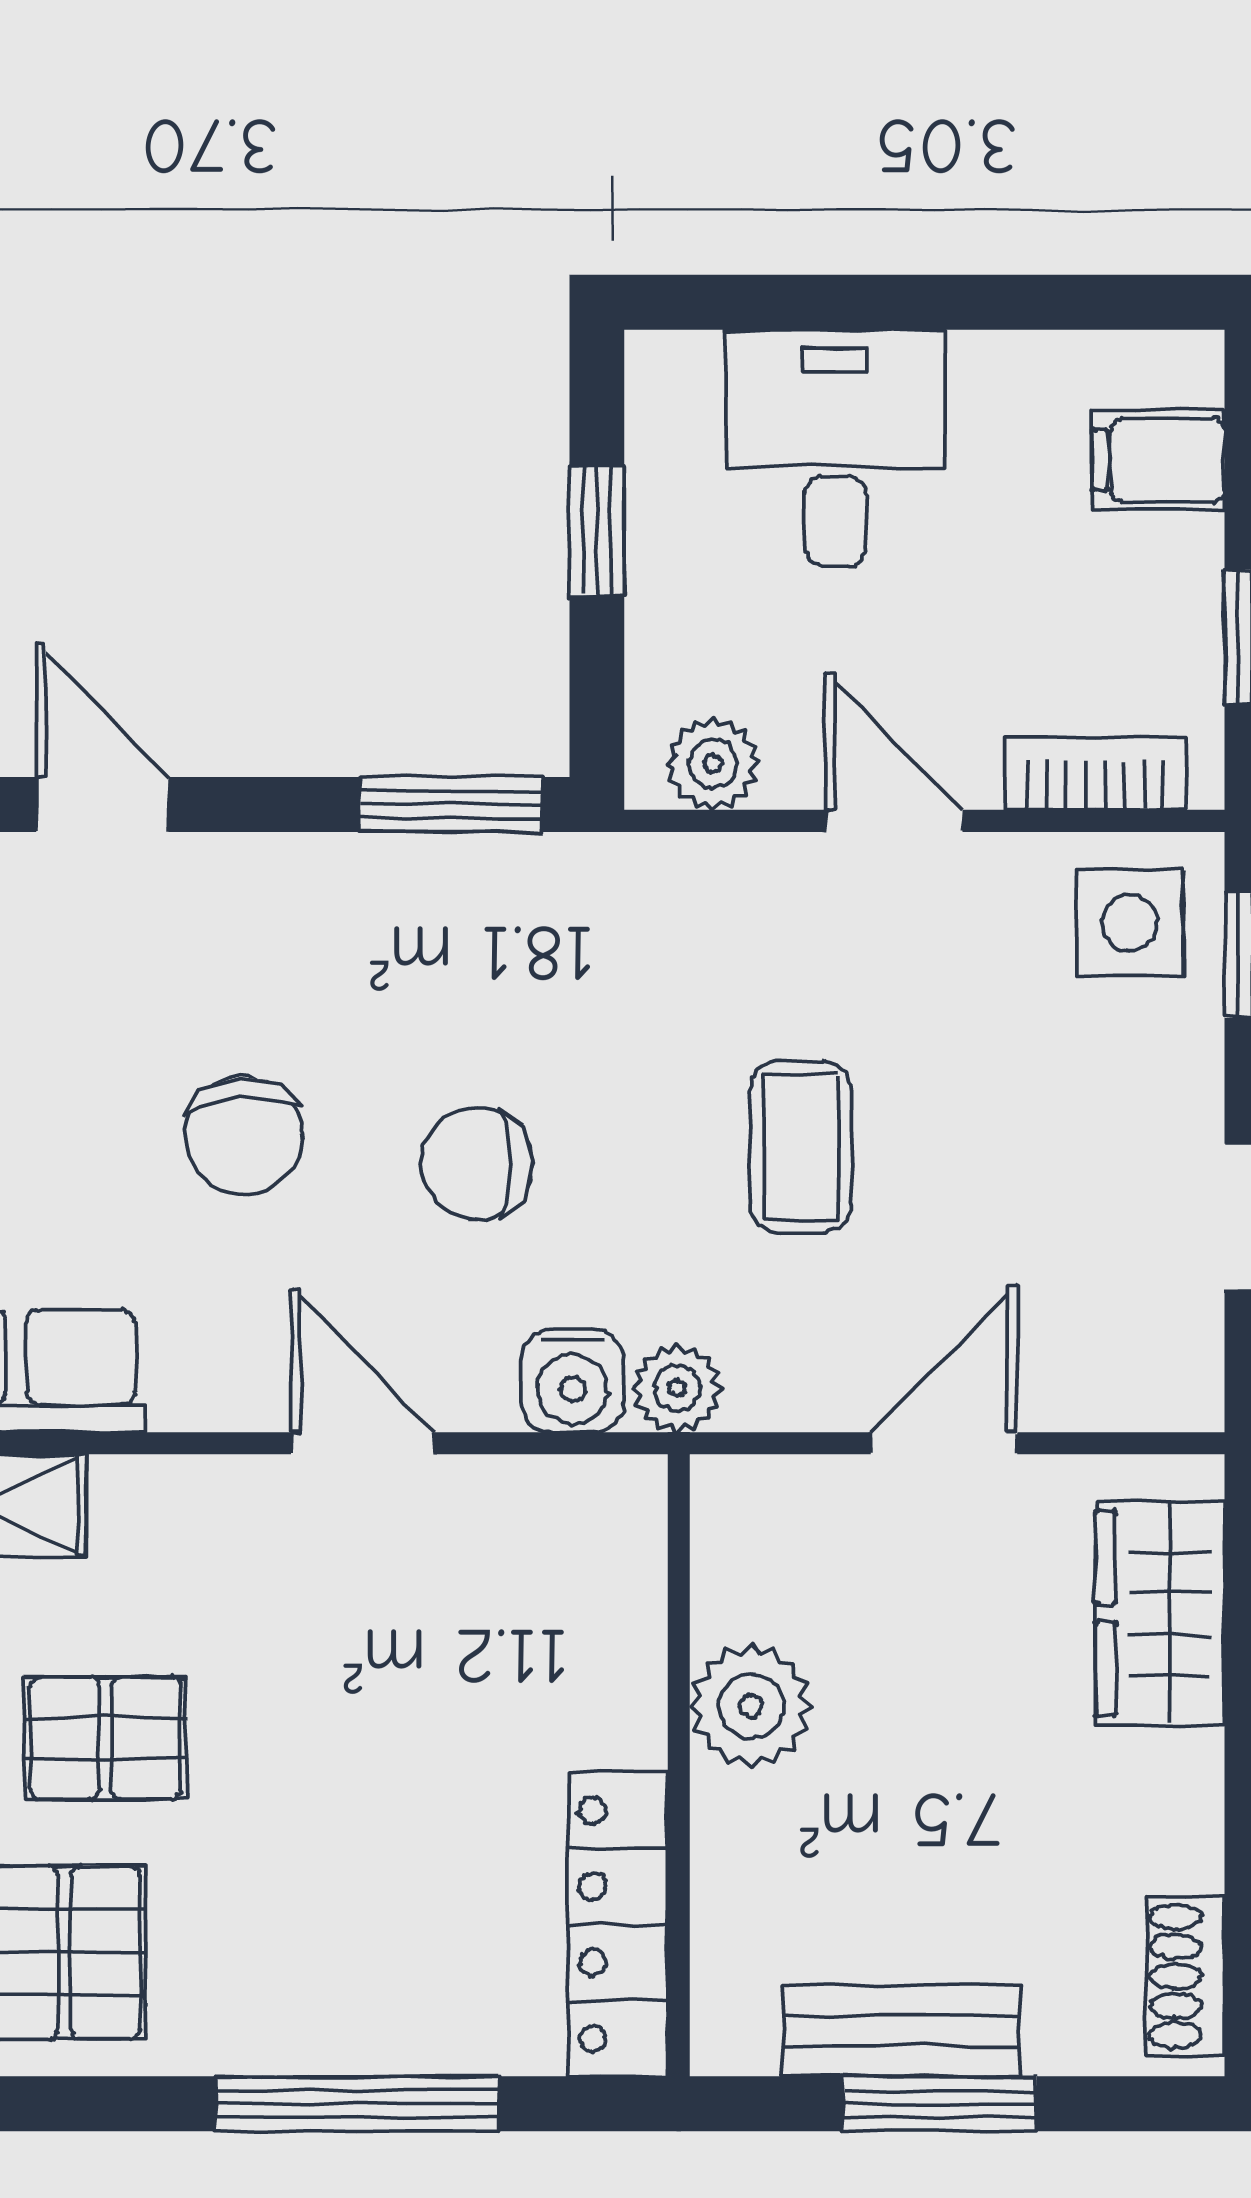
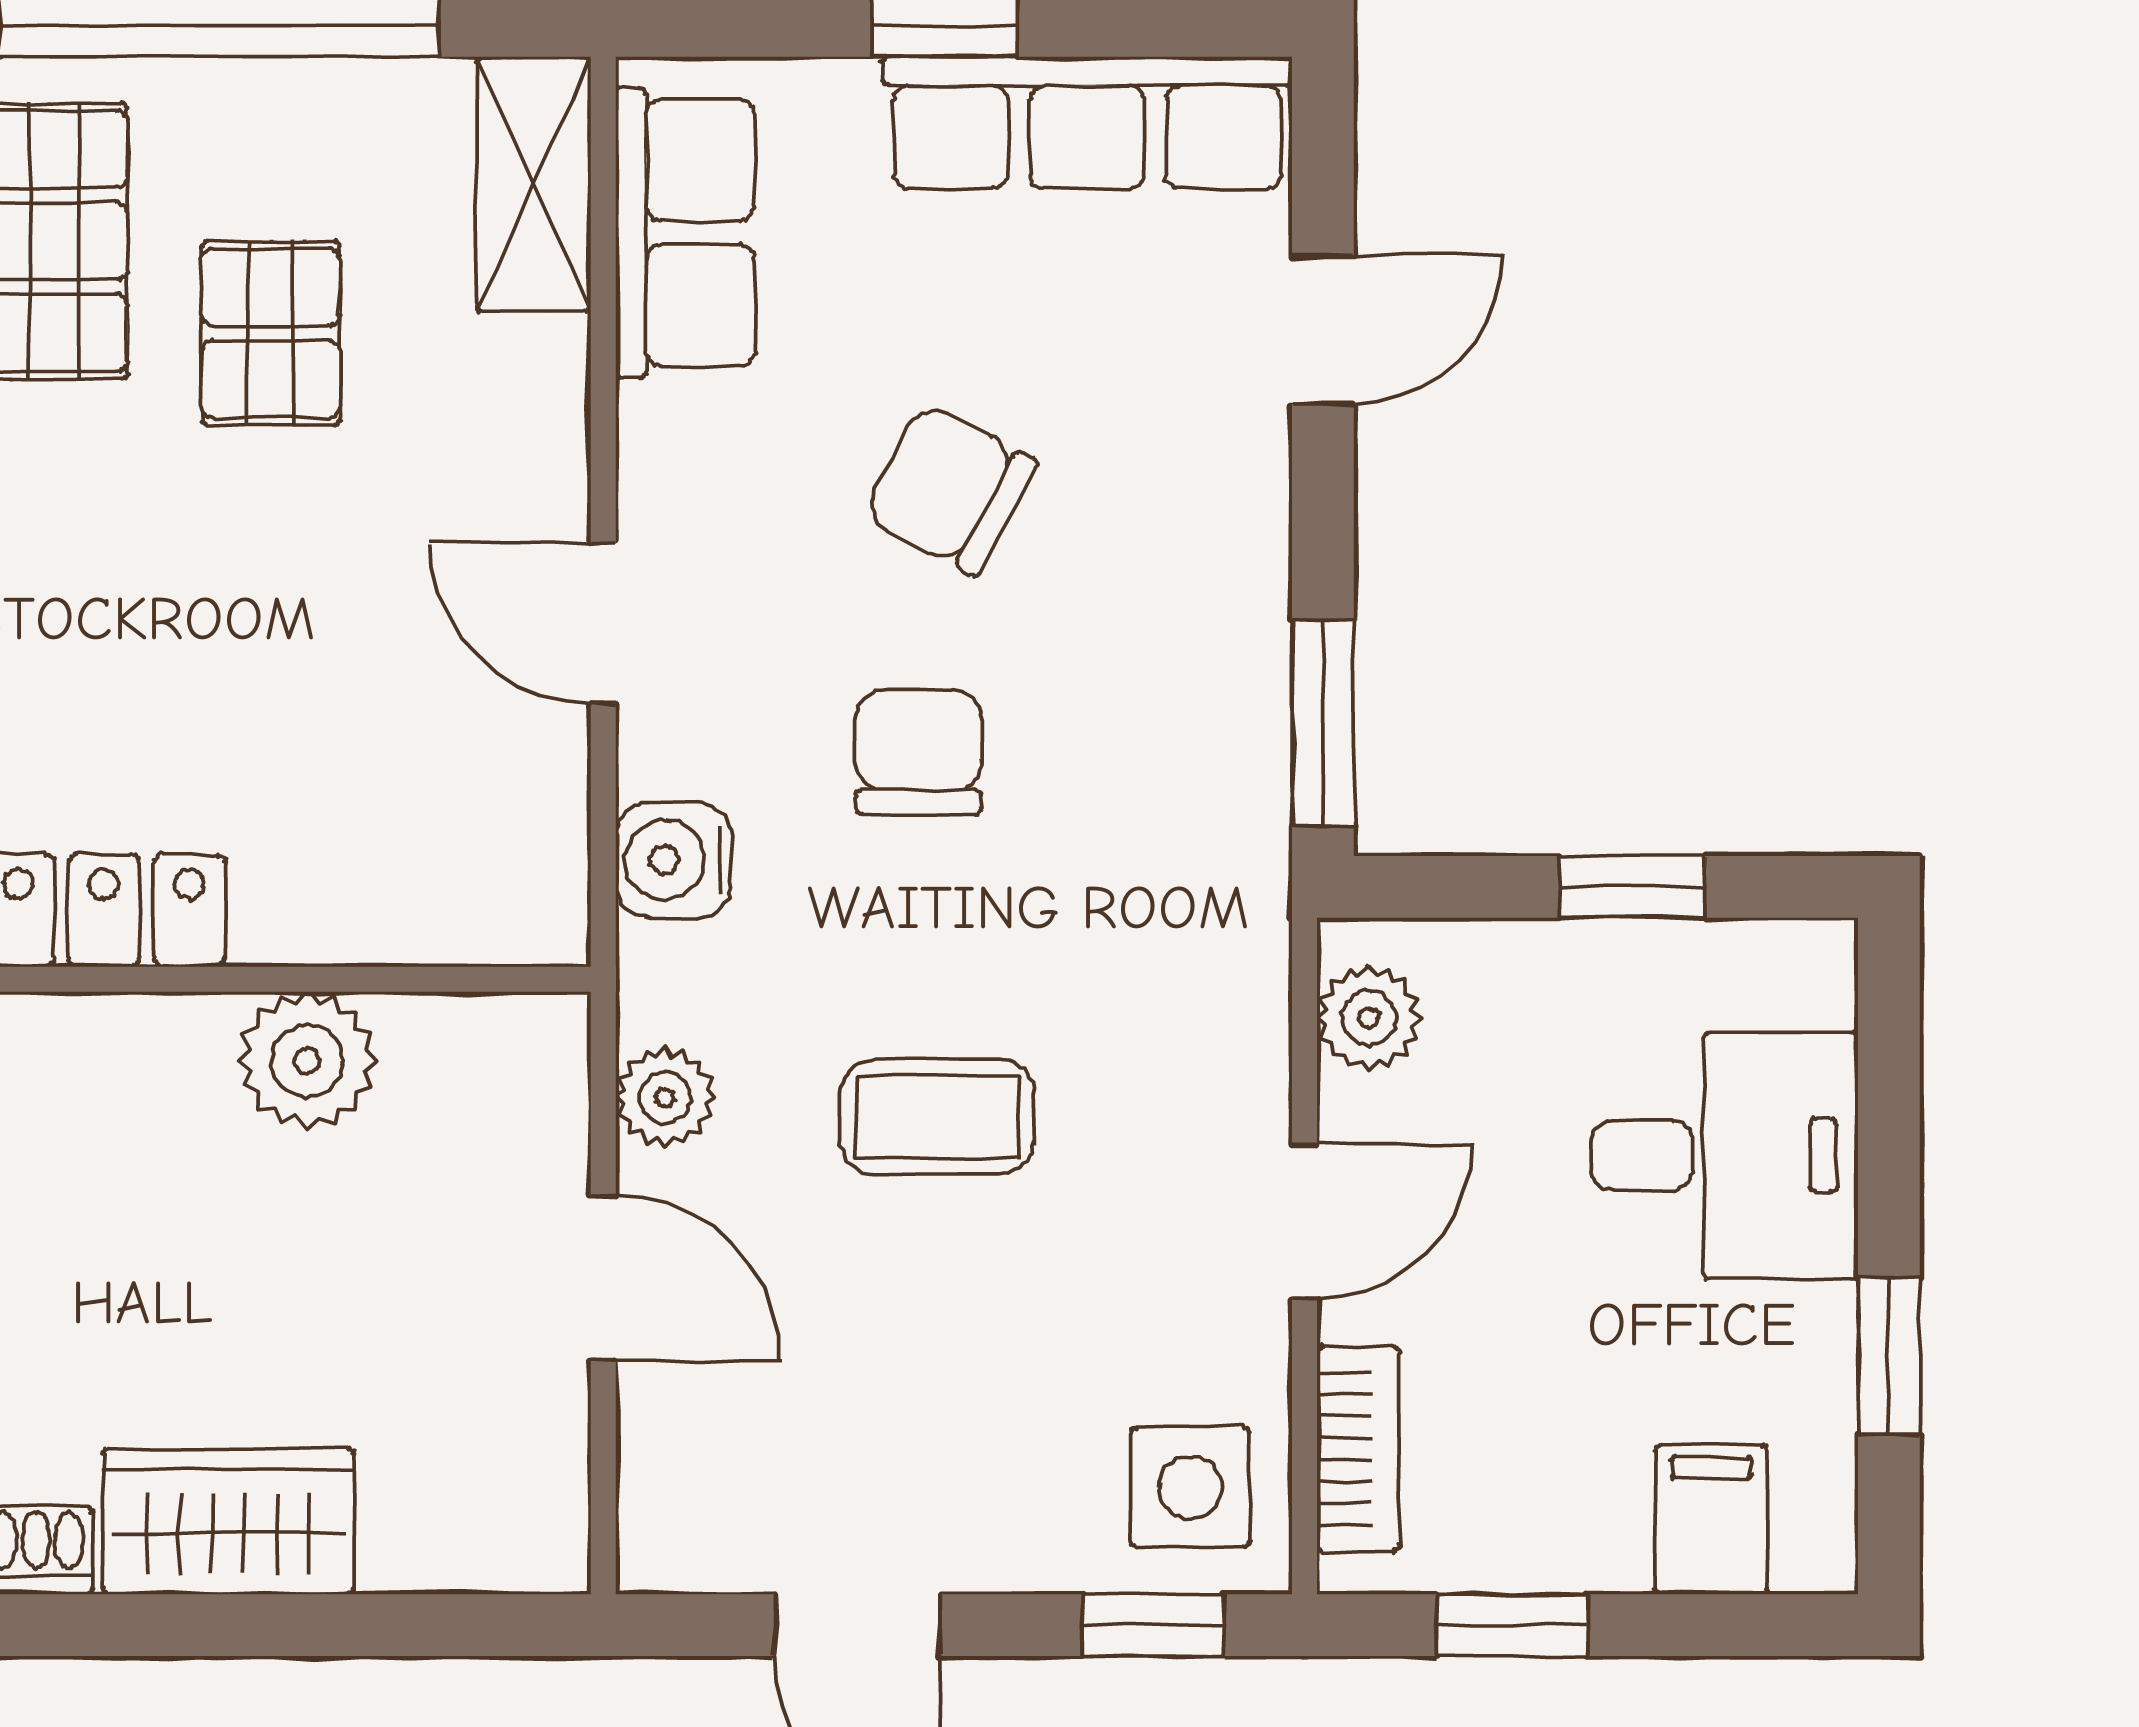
window: (1013, 302) -> (1889, 1356), added
chair: (244, 1135) -> (950, 489), turned 32
plant: (677, 1388) -> (665, 1097), moved
door: (363, 1443) -> (603, 623), swing flipped
wardrobe: (1160, 1613) -> (229, 1521), moved

